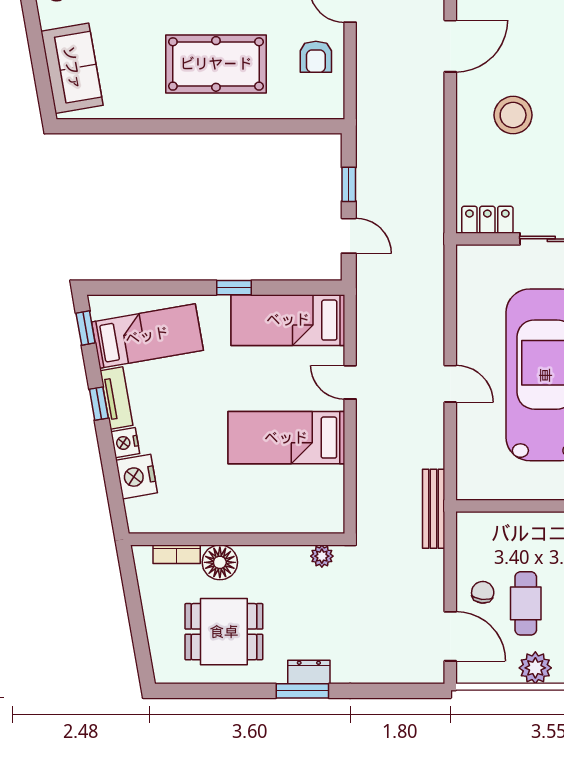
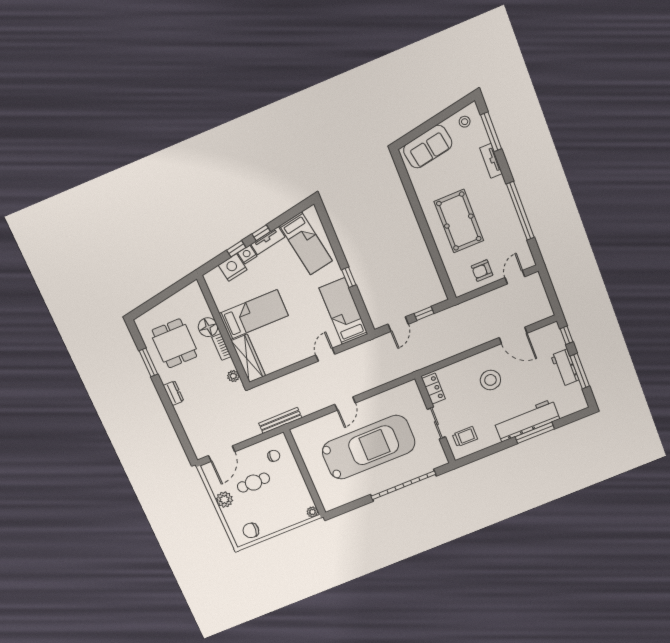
window: (86, 328) -> (236, 249), moved
bed: (286, 438) -> (254, 315), moved, turned 90
wardrobe: (302, 517) -> (248, 358), added
bookcase: (177, 554) -> (221, 347), moved
chair: (483, 592) -> (274, 456), moved
window: (302, 691) -> (148, 362), moved

